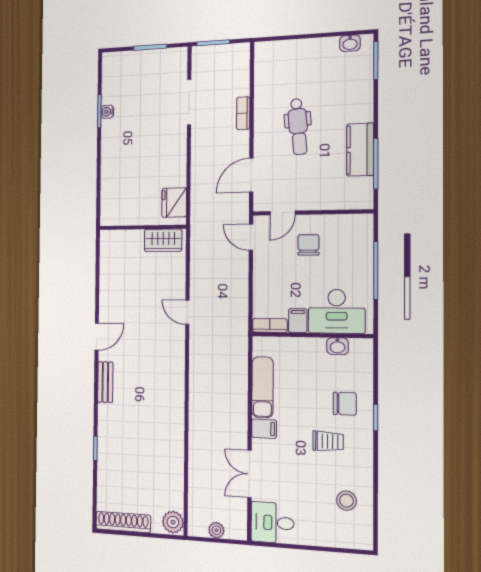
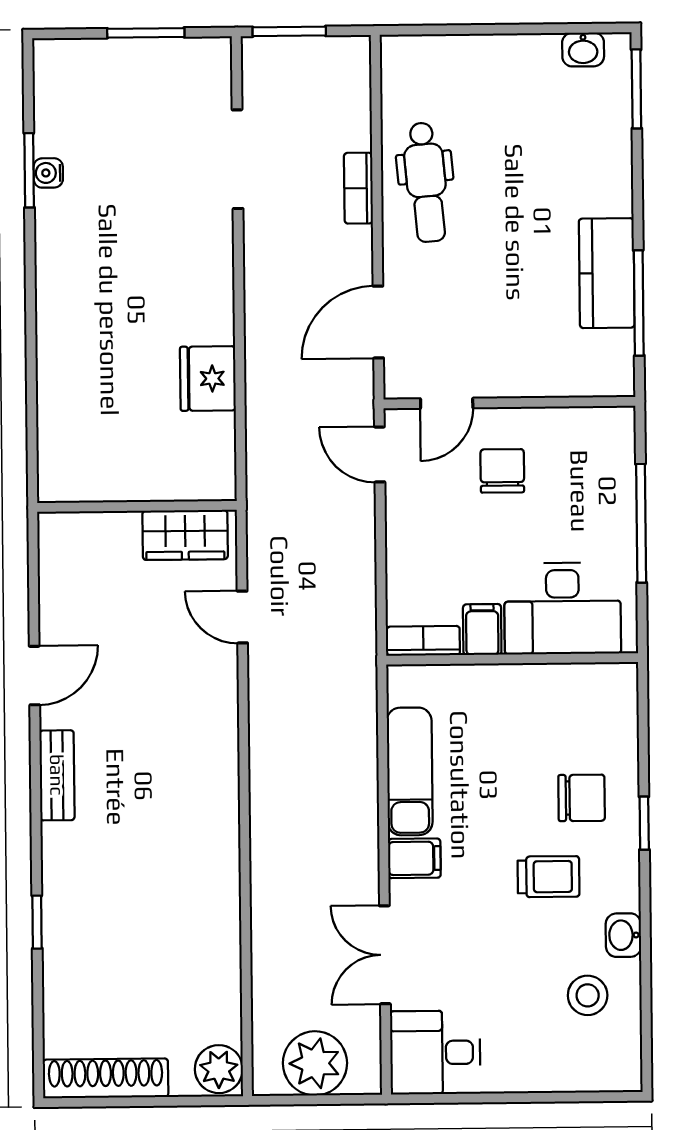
dental chair: (298, 127) -> (426, 182), moved
wall: (142, 227) -> (137, 506), moved
wardrobe: (163, 240) -> (185, 535), moved
washbasin: (337, 346) -> (623, 935), moved, turned 90
plant: (216, 530) -> (315, 1063), width x1.88, depth x1.88

